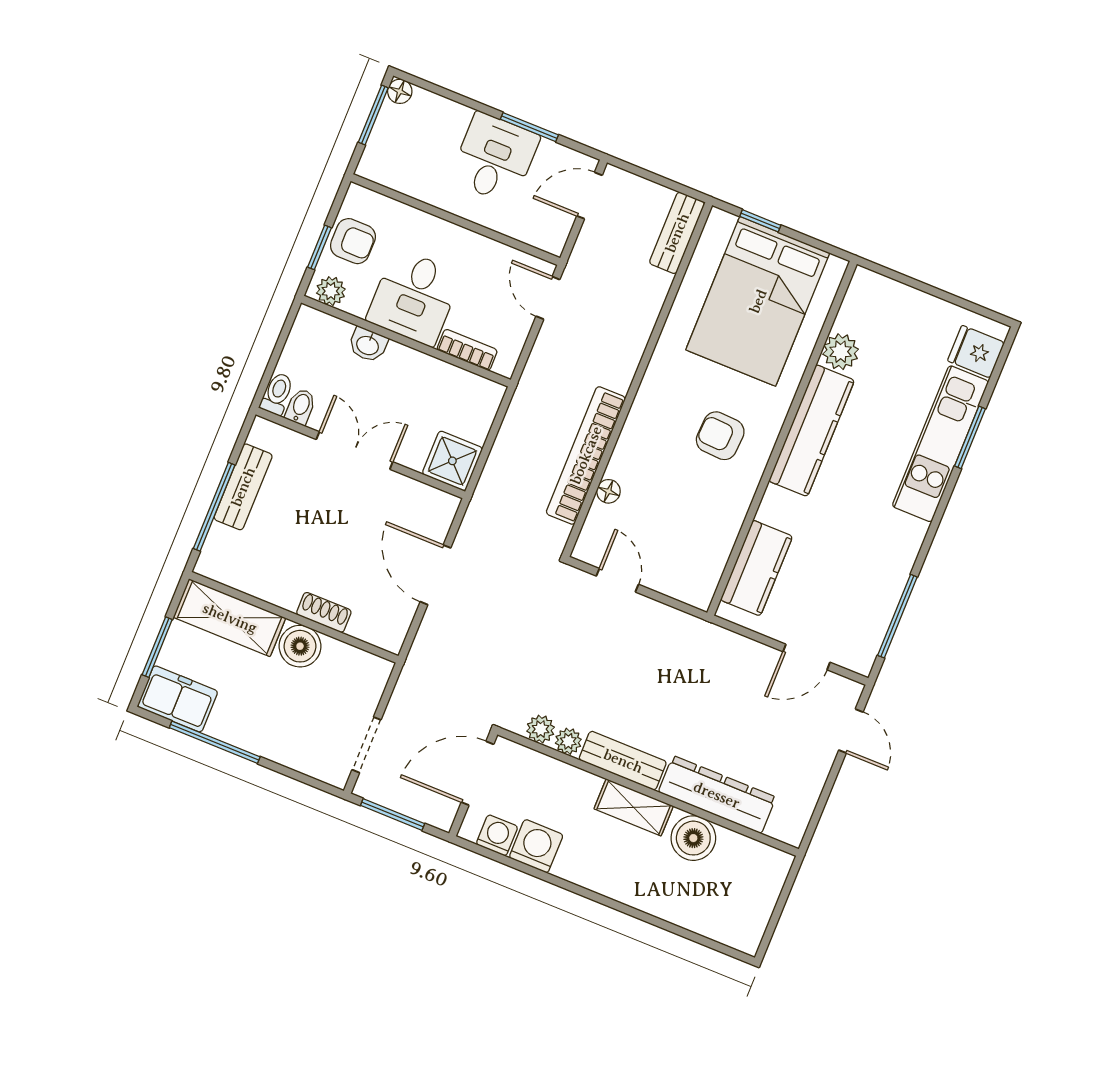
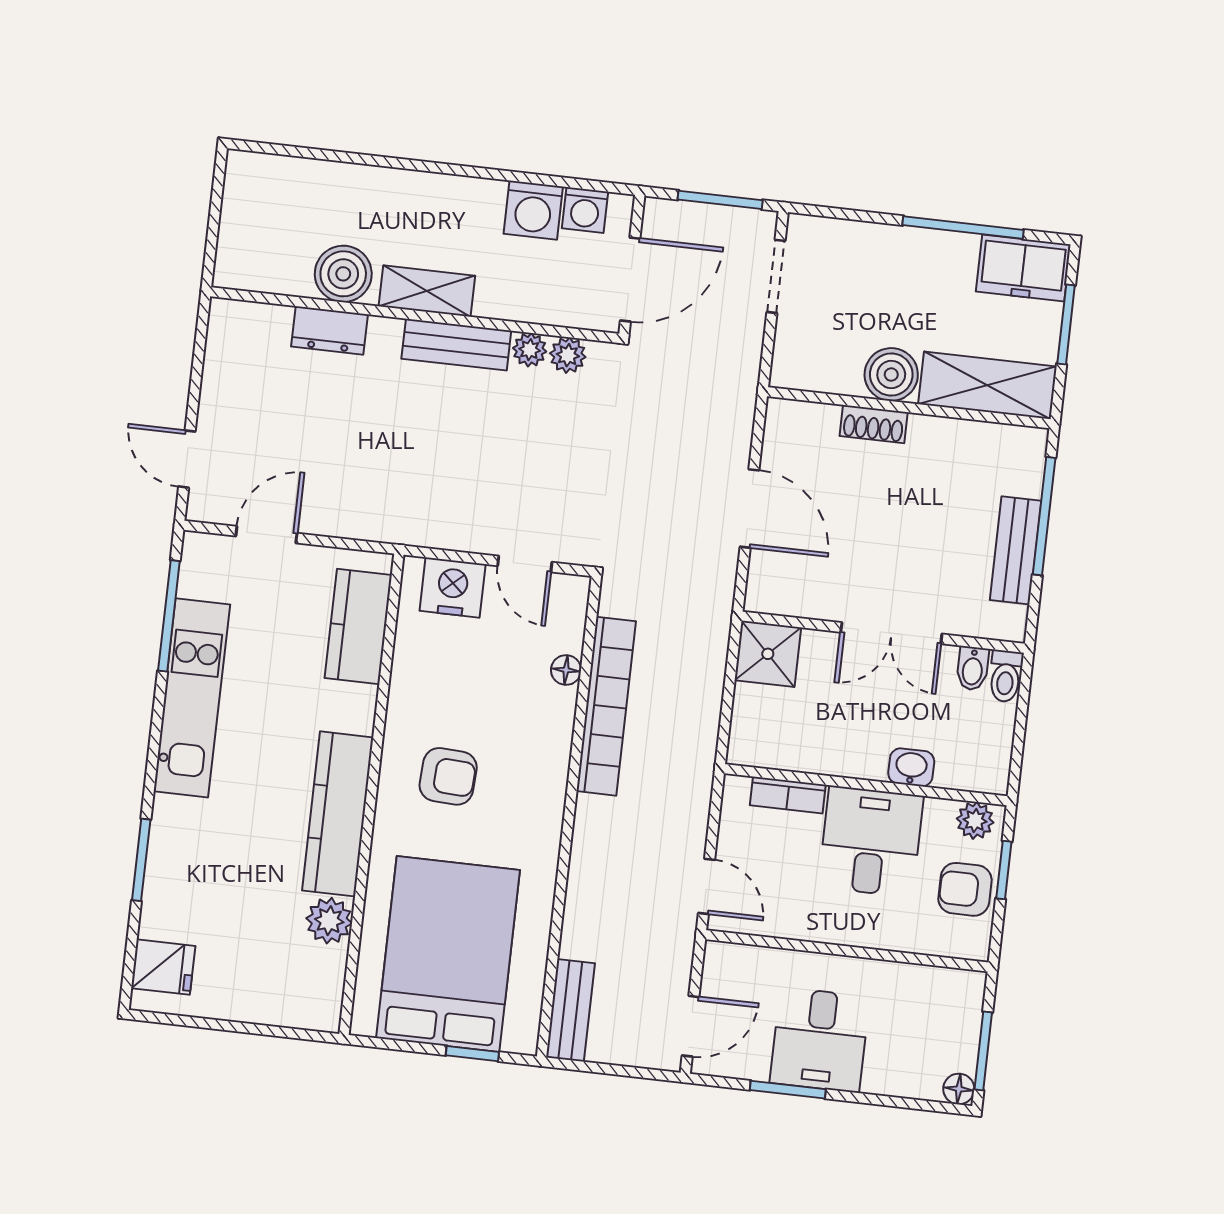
kitchen unit: (940, 444) -> (192, 698), moved
nightstand: (677, 578) -> (453, 588), added
dresser: (717, 795) -> (329, 330), width x0.51, depth x0.80

